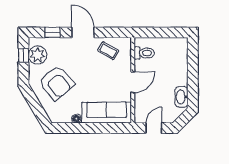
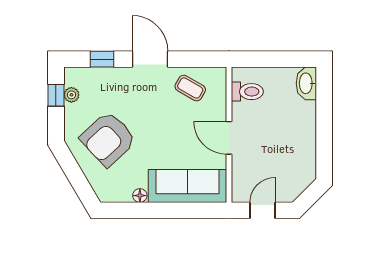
plant: (38, 55) -> (71, 95), width x0.53, depth x0.53
door: (133, 82) -> (229, 138), swing flipped
armchair: (56, 83) -> (108, 139), turned 88
washbasin: (182, 97) -> (306, 83), moved

